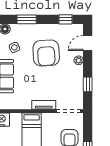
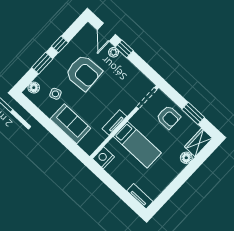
window: (65, 19) -> (60, 44), moved
window: (88, 84) -> (124, 49), moved
tv unit: (44, 105) -> (114, 123), moved

